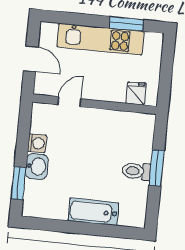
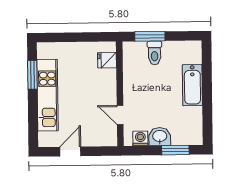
fridge: (136, 93) -> (107, 60), moved
door: (69, 102) -> (120, 115), moved
wall: (95, 104) -> (120, 94), moved

